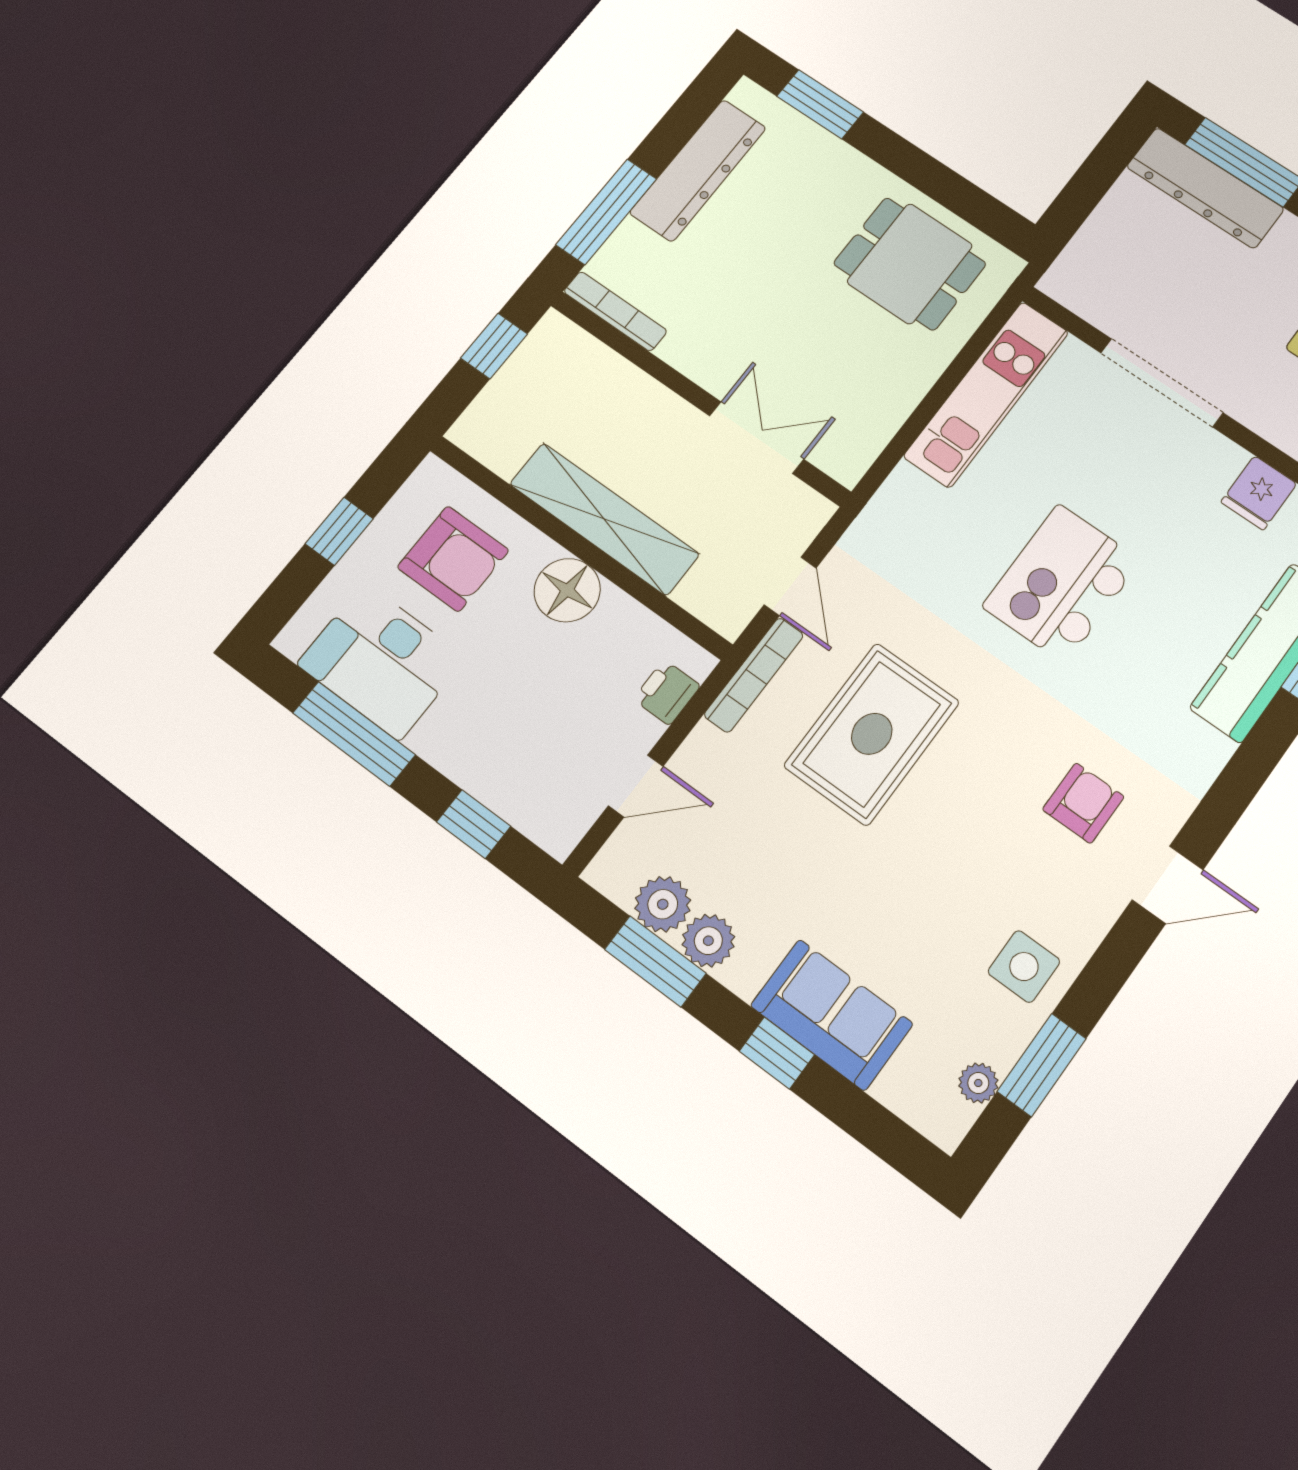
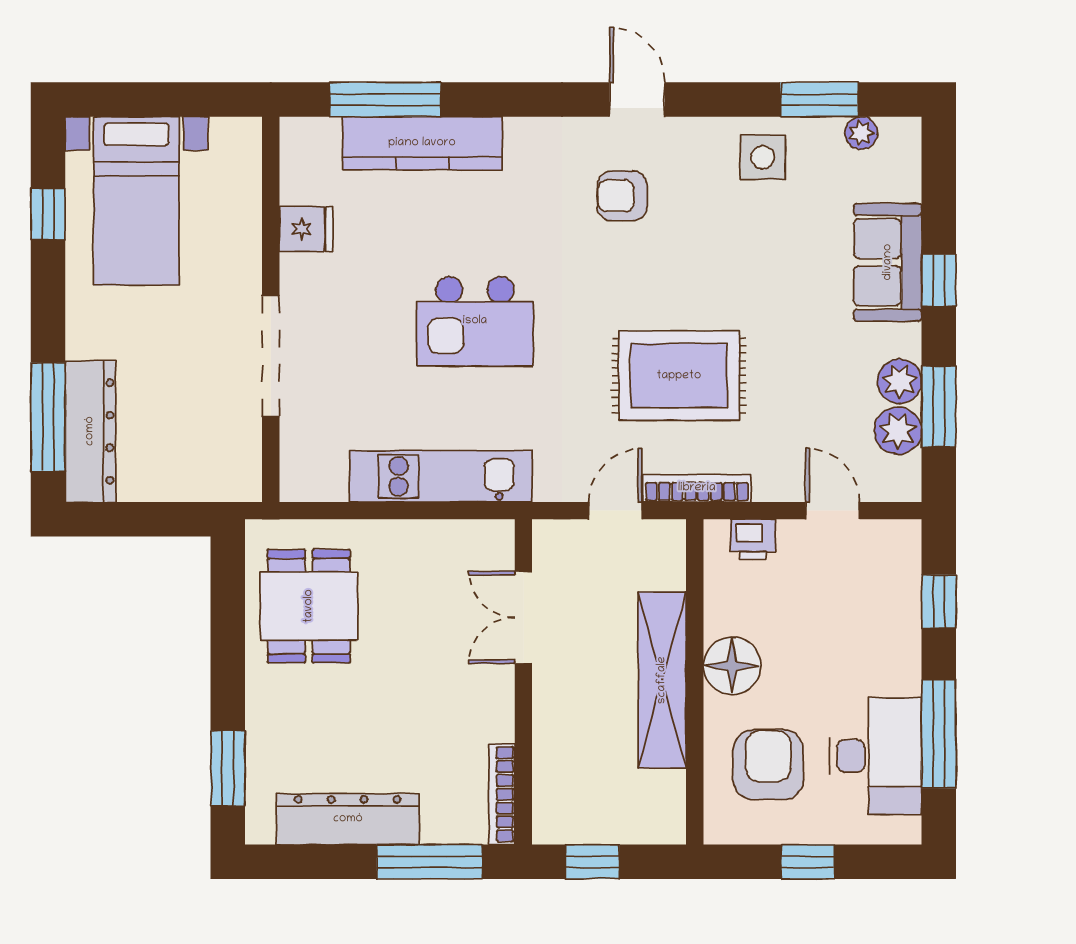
kitchen unit: (986, 394) -> (441, 476), moved

